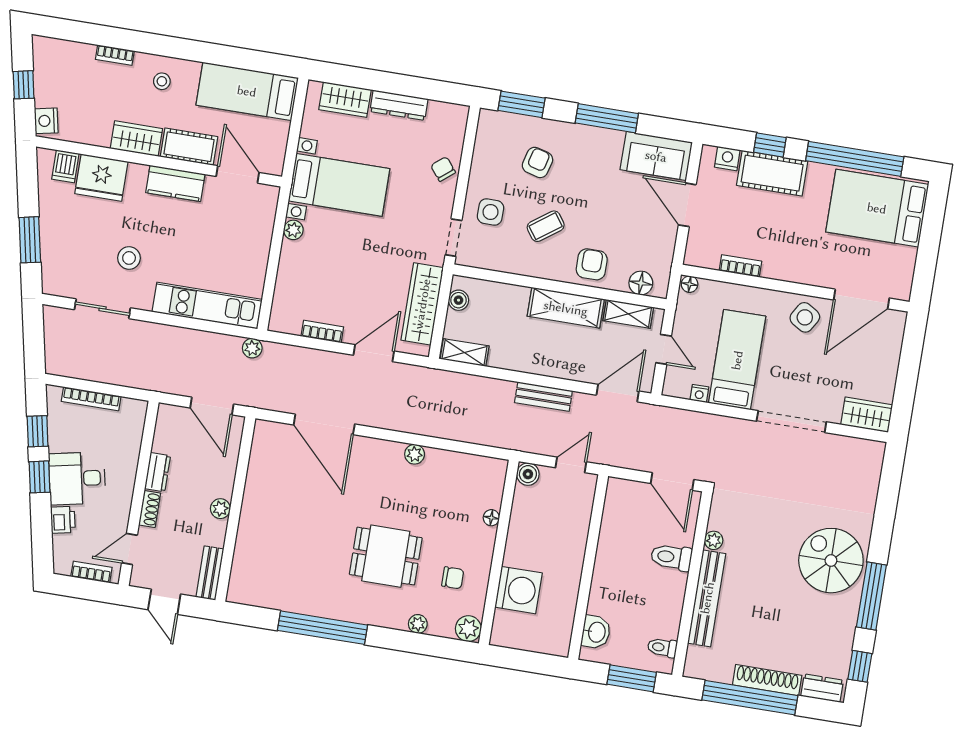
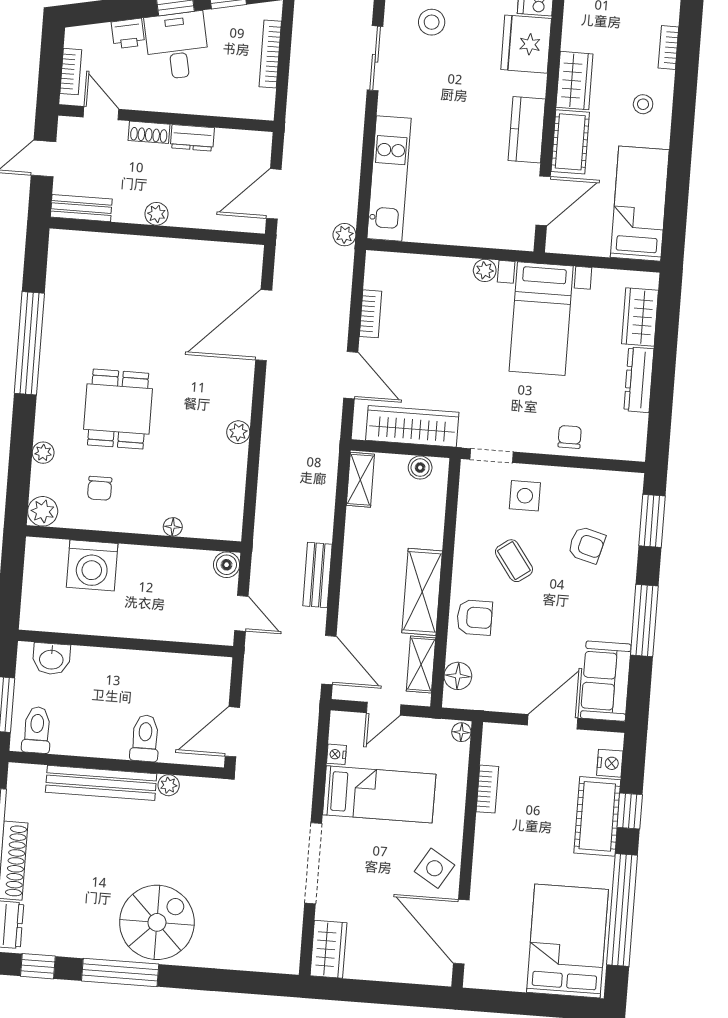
chair: (443, 169) -> (570, 437), turned -51
stool: (129, 258) -> (432, 22), moved
toilet: (662, 648) -> (37, 730), width x1.37, depth x1.39

